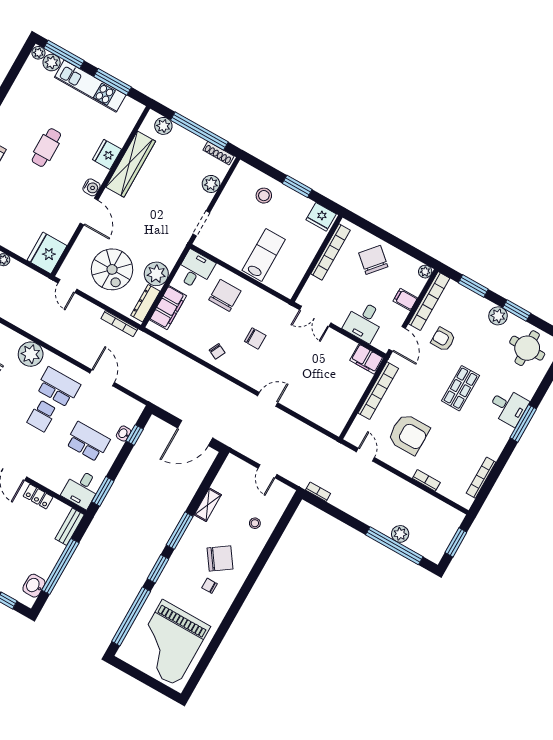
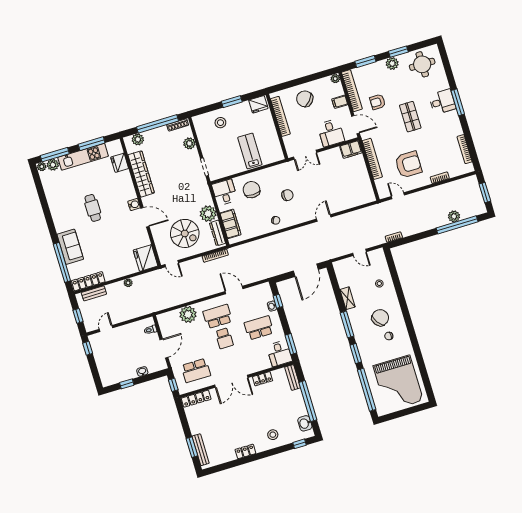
fridge: (107, 154) -> (120, 163), moved

